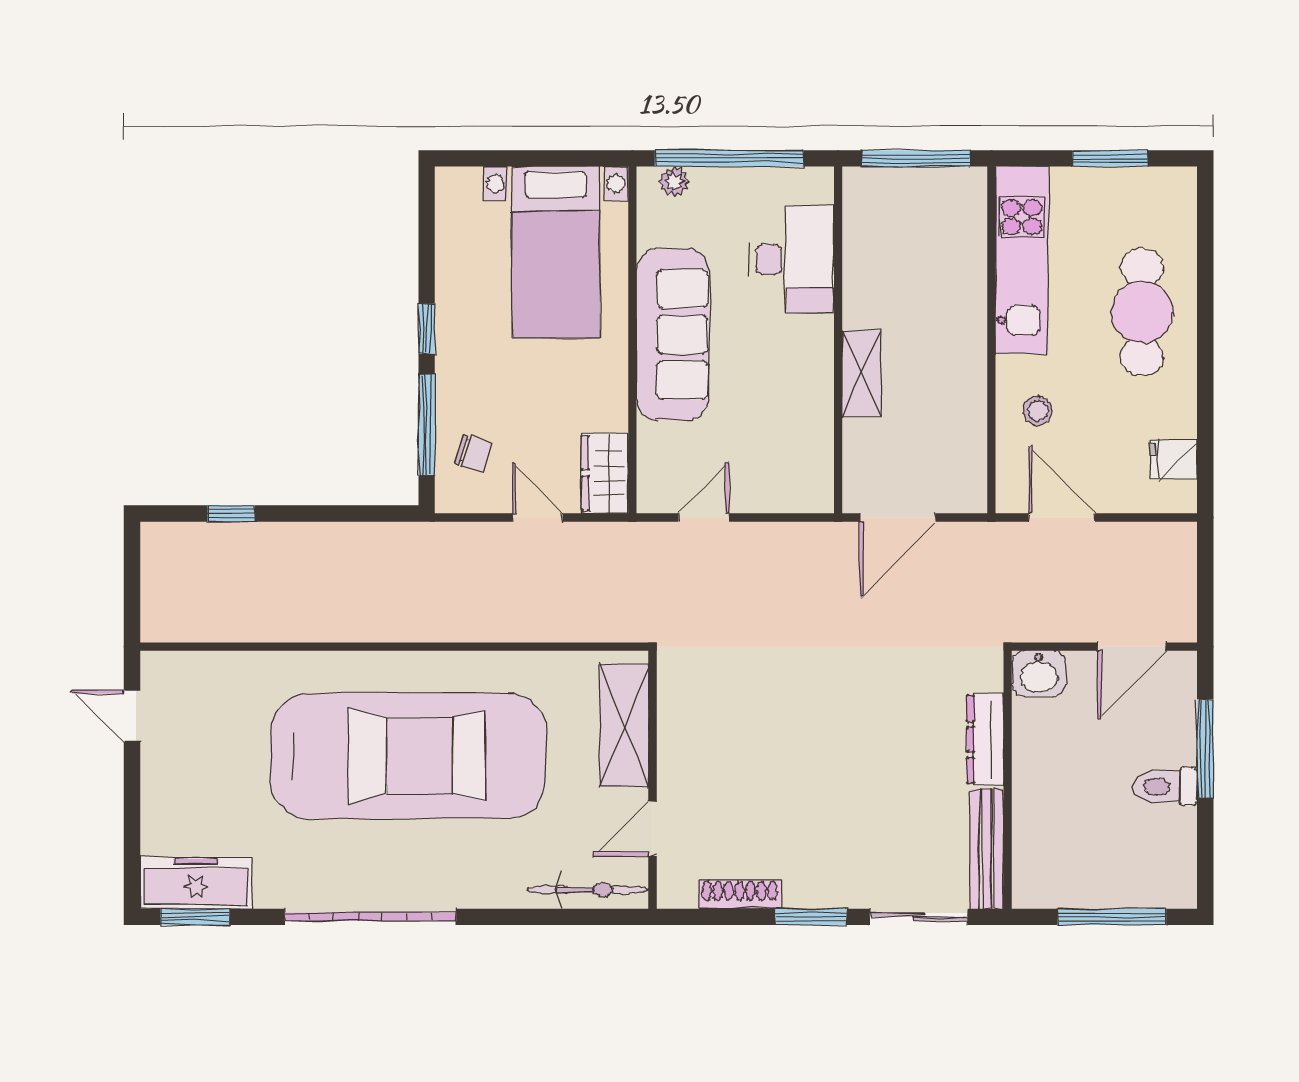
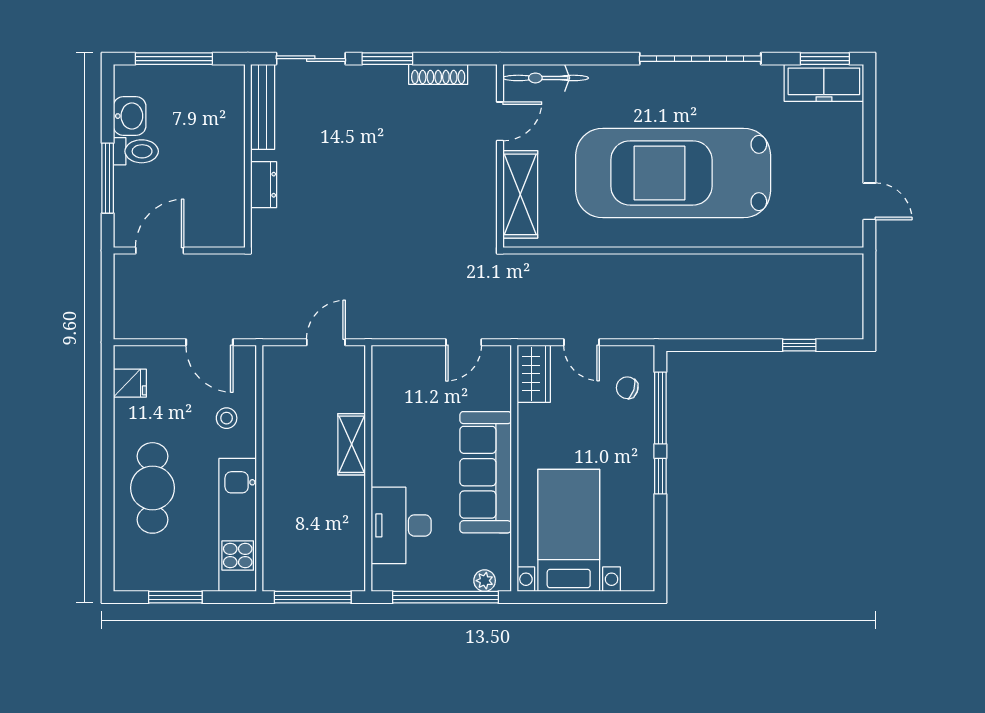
door: (898, 517) -> (326, 342), width x0.73
washbasin: (1039, 674) -> (130, 116), moved, turned 90
dresser: (985, 739) -> (264, 185), width x0.70

